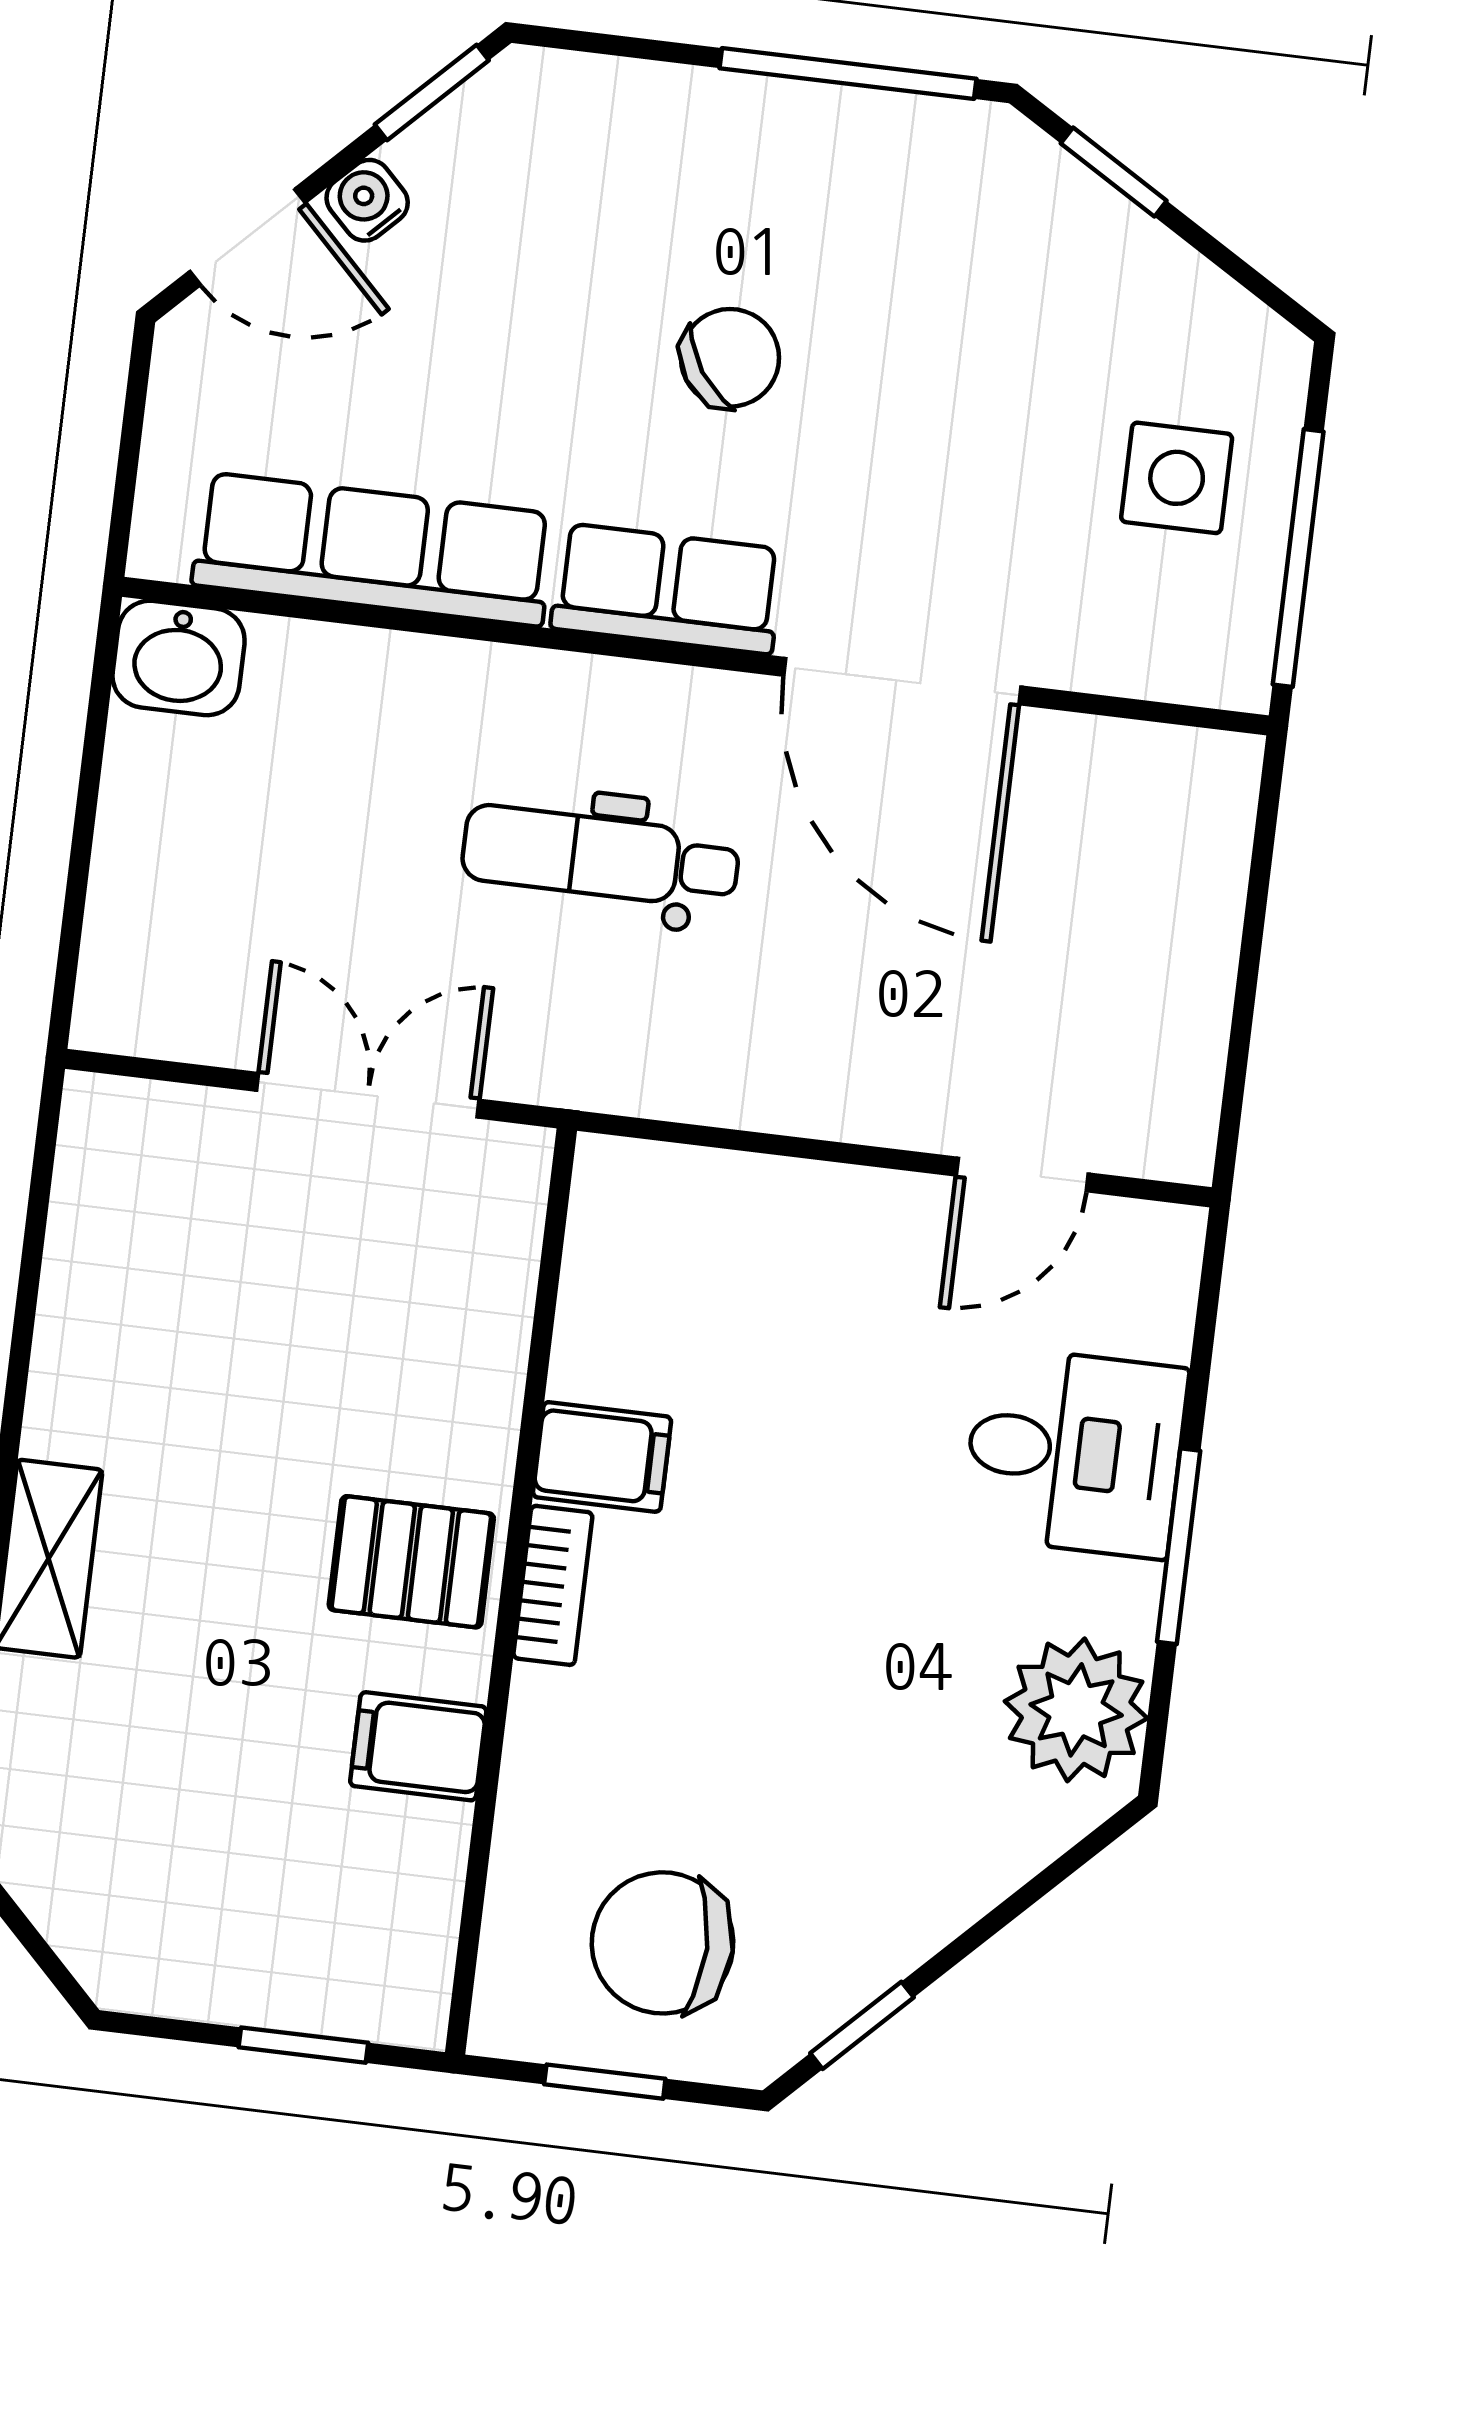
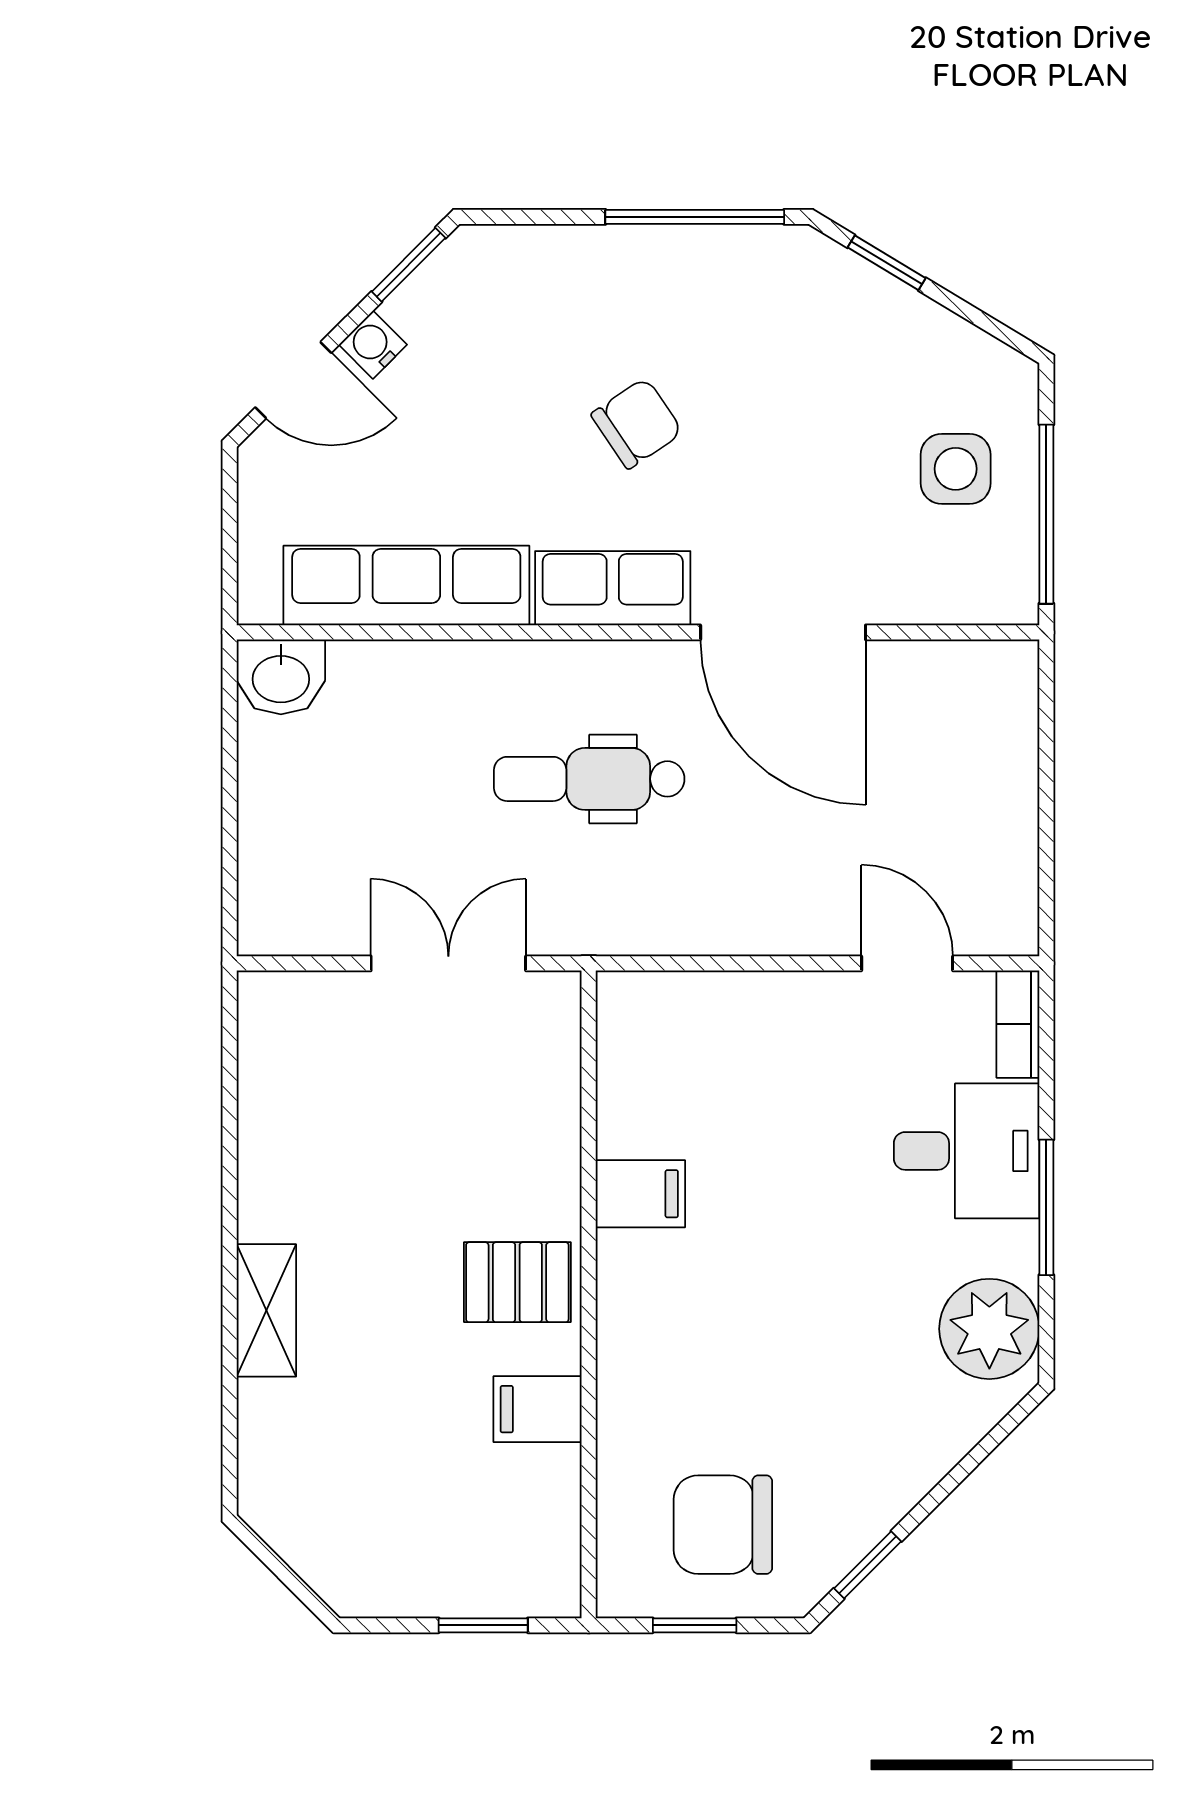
door: (1022, 1174) -> (907, 963), swing flipped
bookcase: (553, 1585) -> (1018, 1024), moved, turned 180

